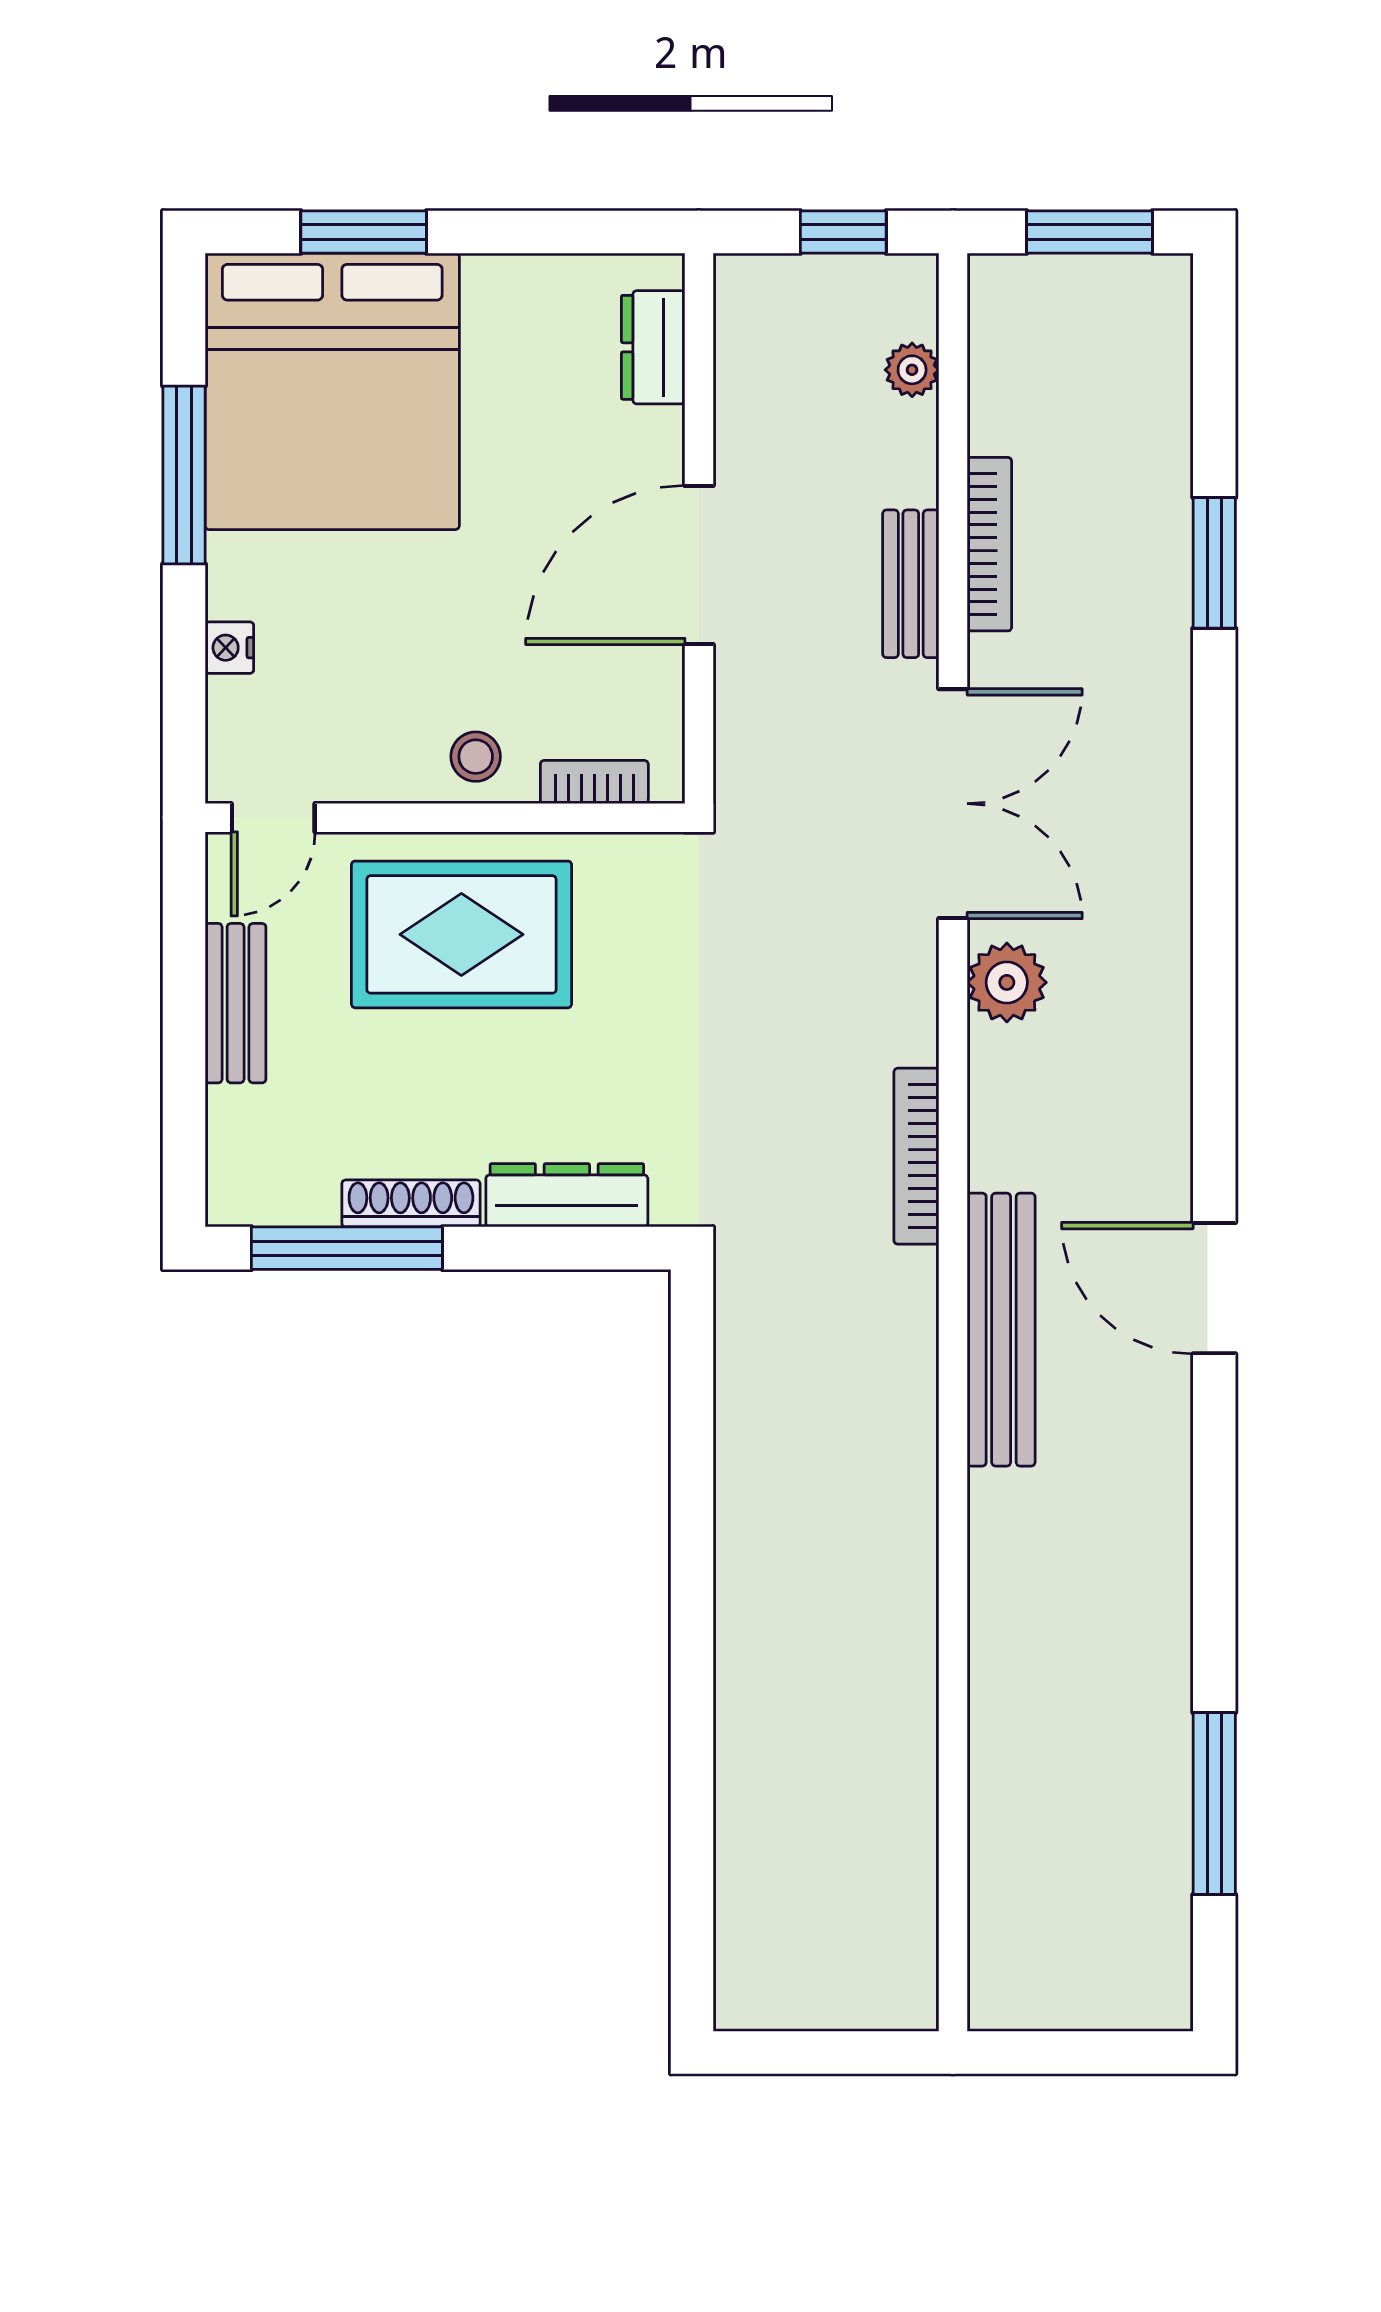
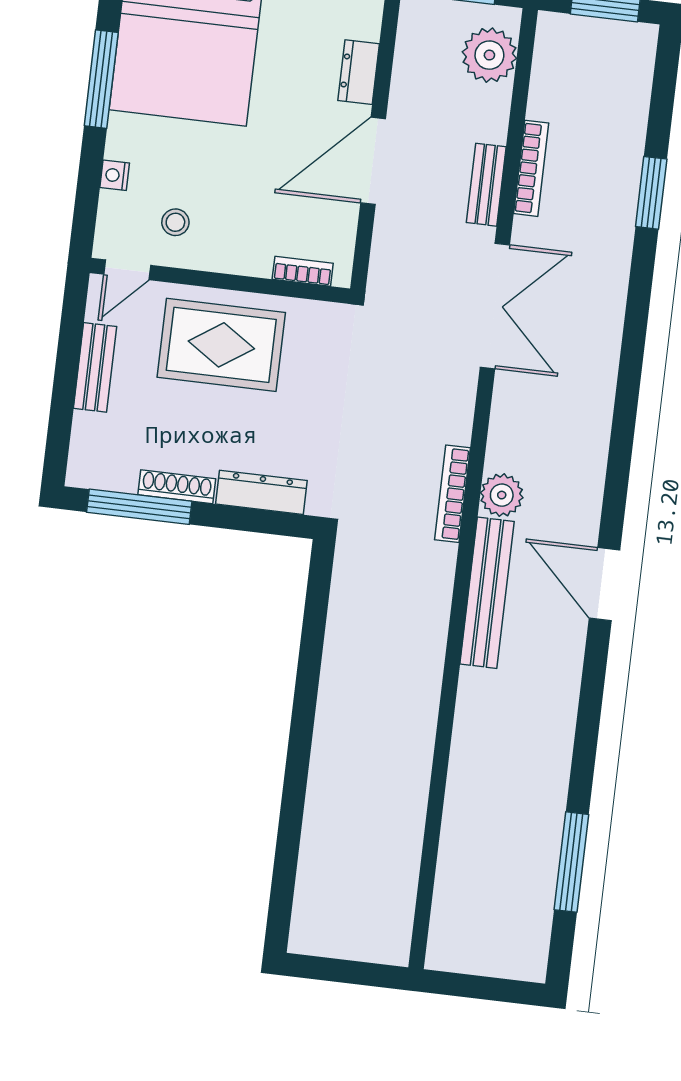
dresser: (653, 347) -> (359, 72), moved
plant: (912, 370) -> (489, 55), width x1.88, depth x1.88
stool: (476, 757) -> (175, 222), moved
plant: (1007, 982) -> (502, 495), moved

